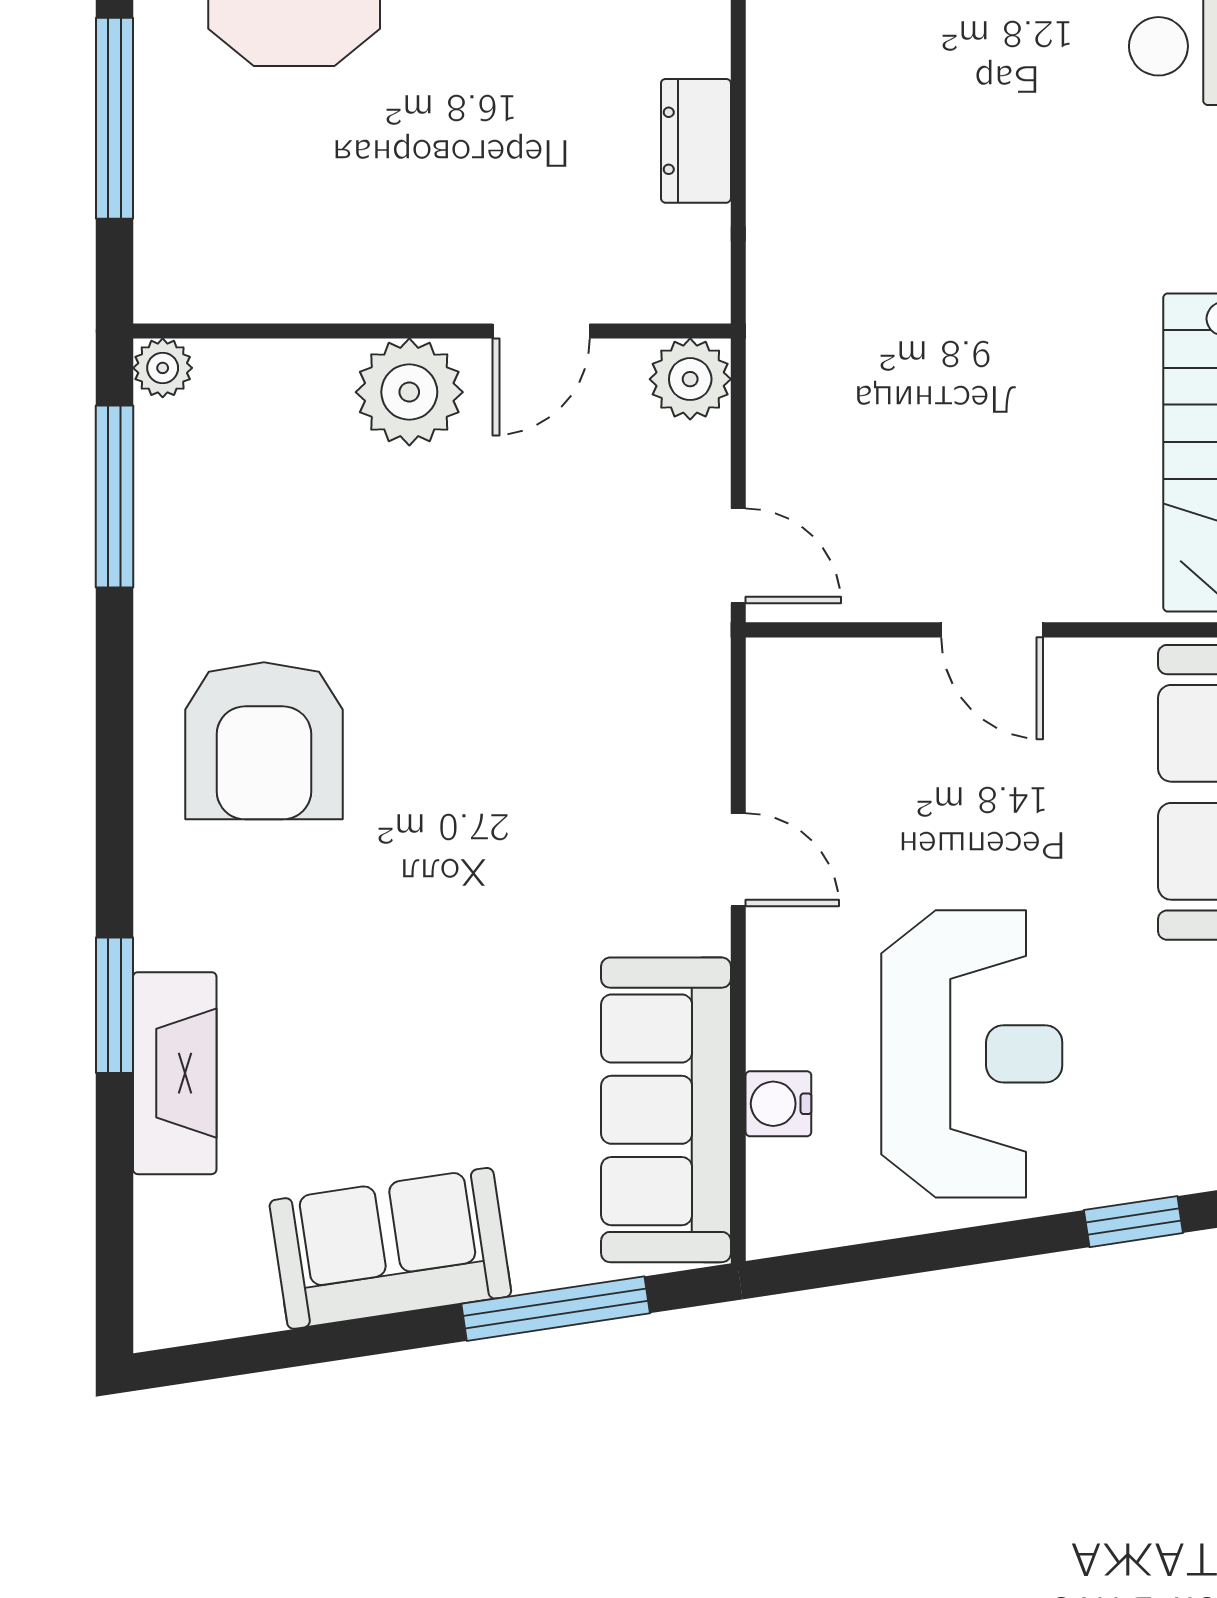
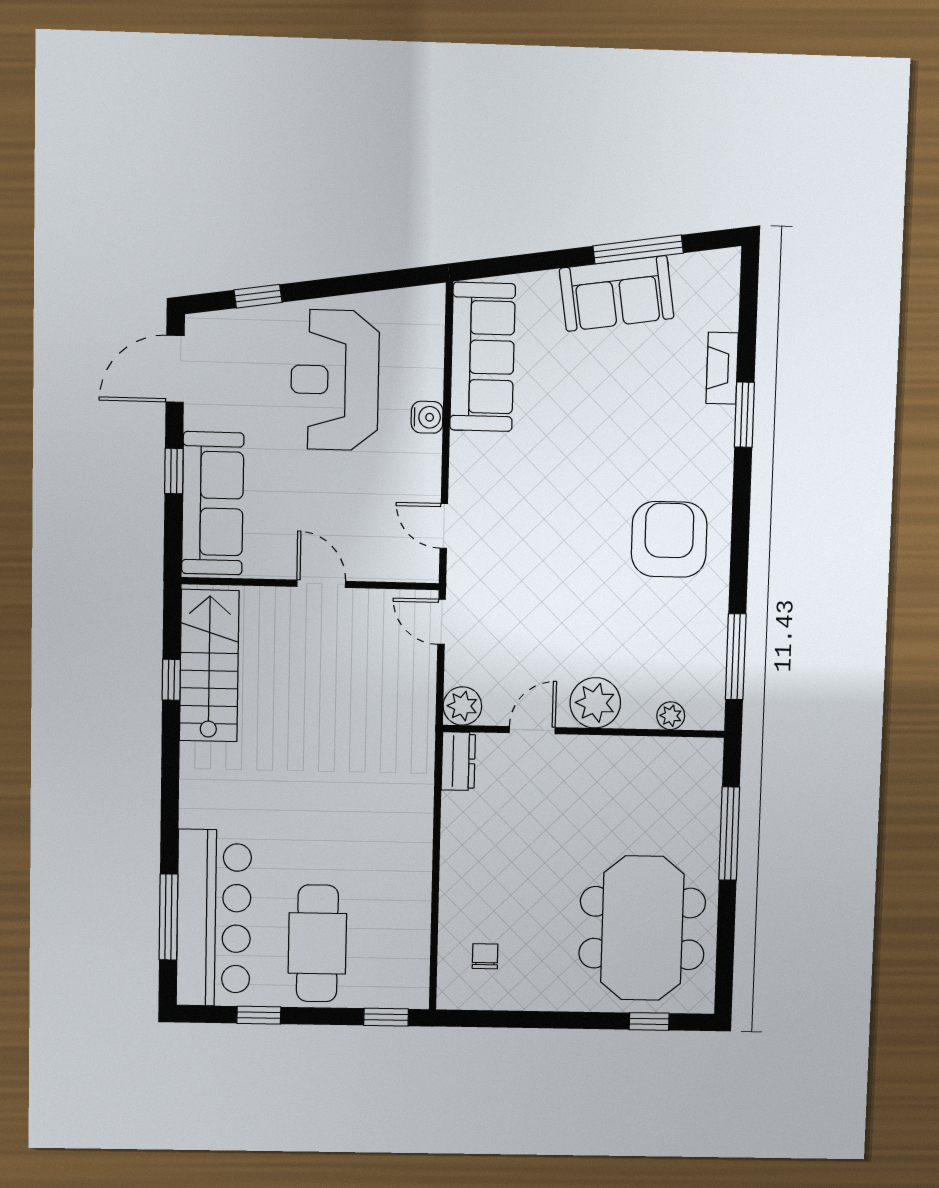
dresser: (696, 141) -> (458, 761), moved
plant: (163, 368) -> (671, 716), moved
door: (738, 860) -> (444, 526), moved
fireplace: (175, 1073) -> (722, 368), width x0.73, depth x0.76
water cooler: (778, 1104) -> (427, 417), moved
window: (556, 1309) -> (638, 249), moved

